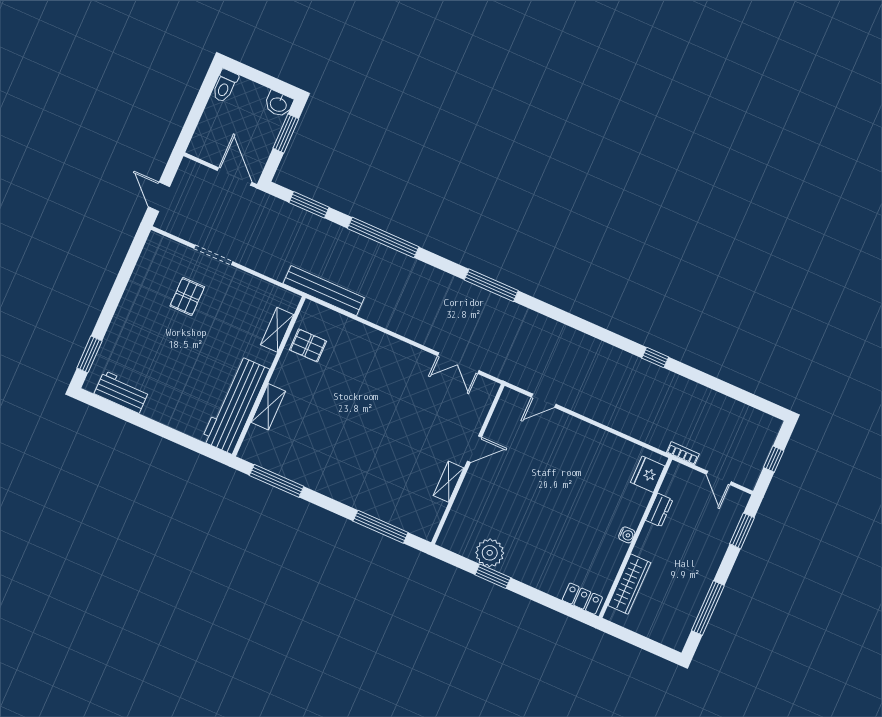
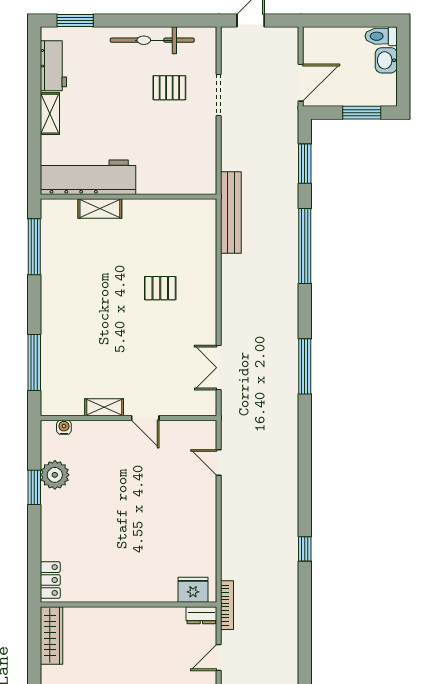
washbasin: (279, 104) -> (386, 60), moved
bicycle: (138, 293) -> (152, 40), added
shelving: (277, 330) -> (50, 114), moved, turned 90
pallet: (308, 345) -> (160, 288), moved, turned 90
bookcase: (683, 453) -> (227, 605), width x1.56
dresser: (659, 510) -> (201, 615), moved
water cooler: (627, 535) -> (64, 427), moved, turned 180
wardrobe: (629, 584) -> (52, 635), moved, turned -90

